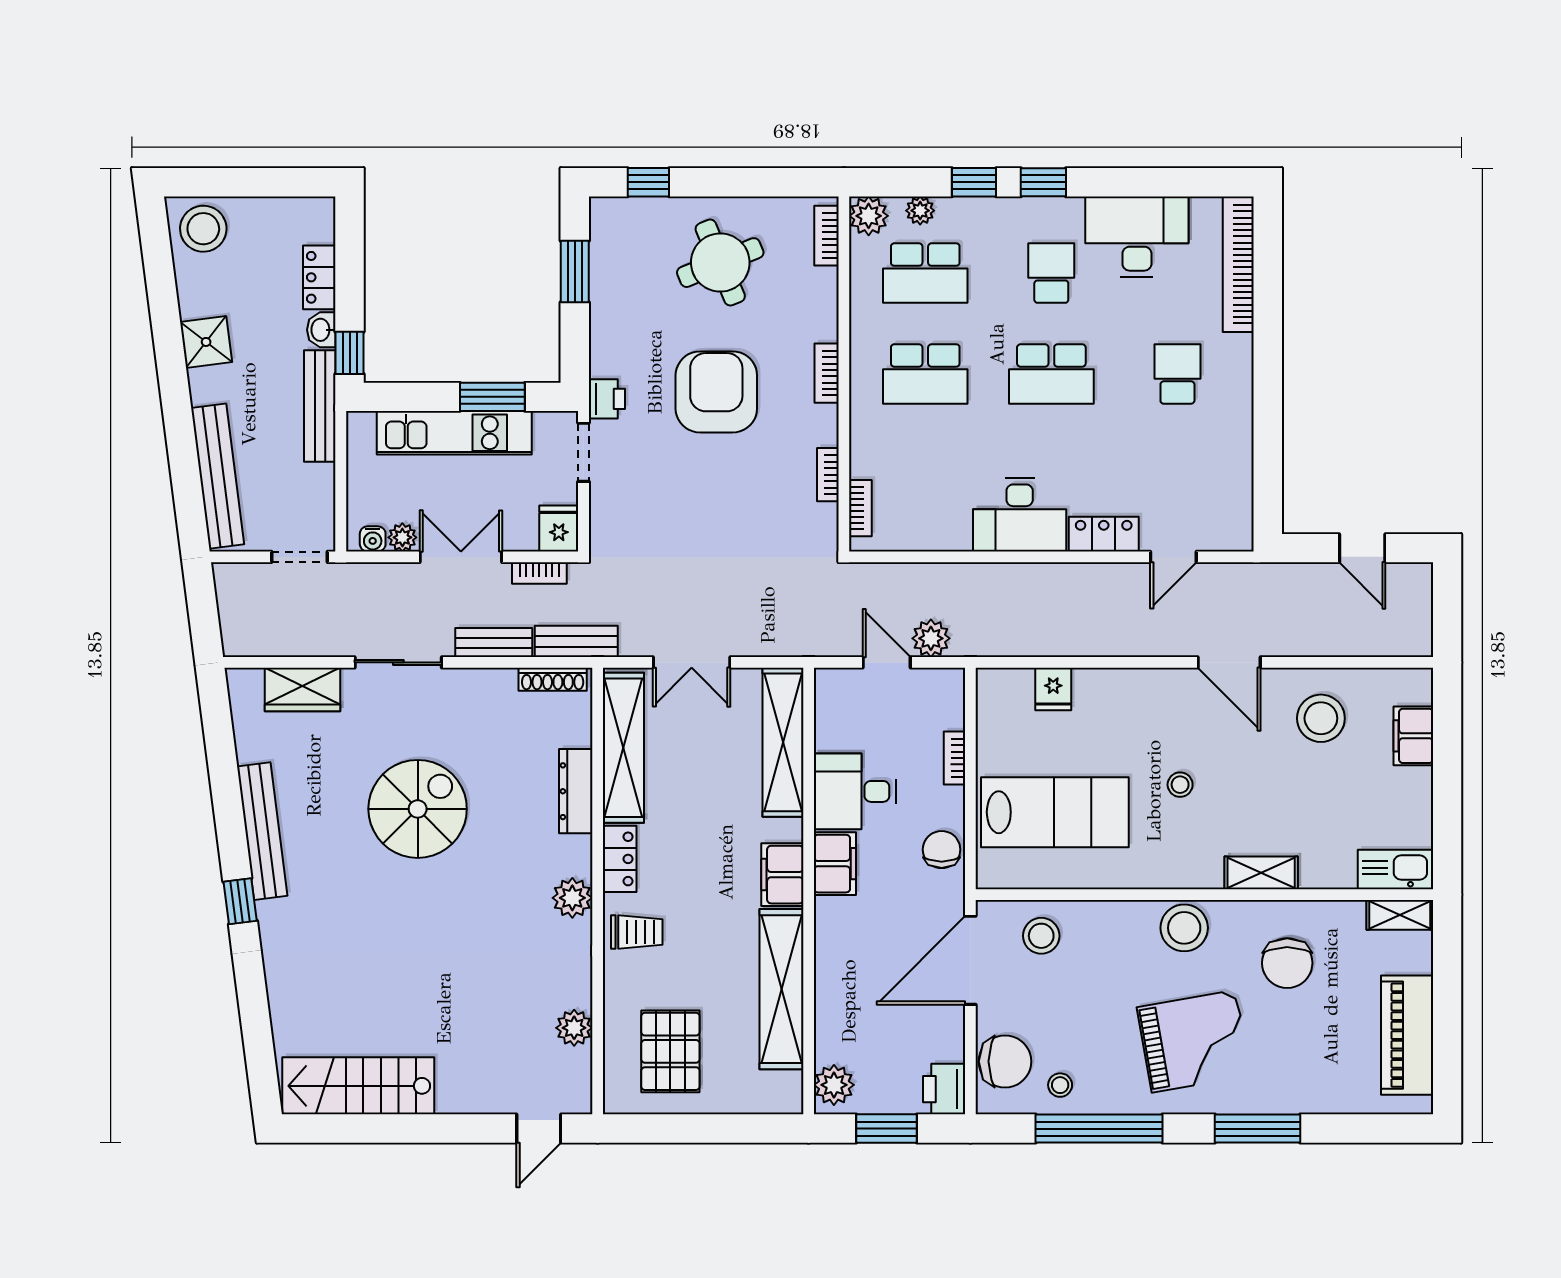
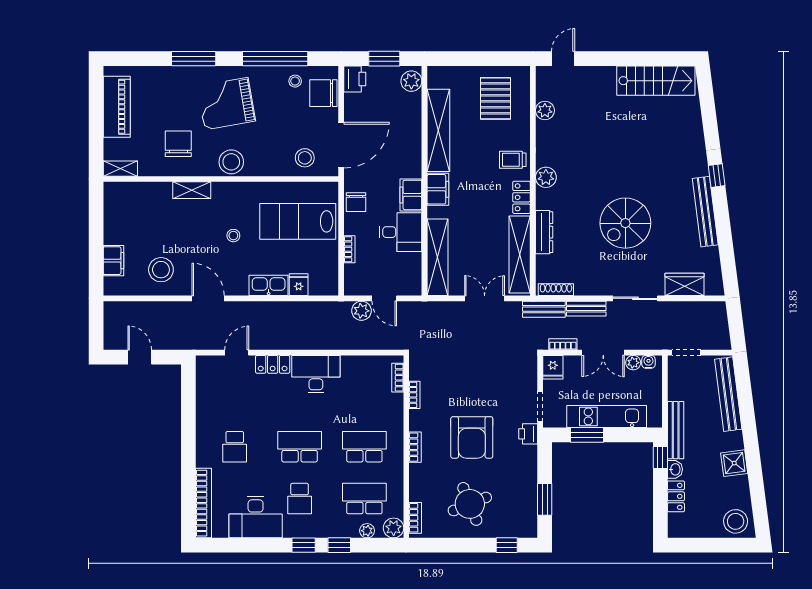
kitchen sink: (1395, 870) -> (269, 285), moved, turned 180

